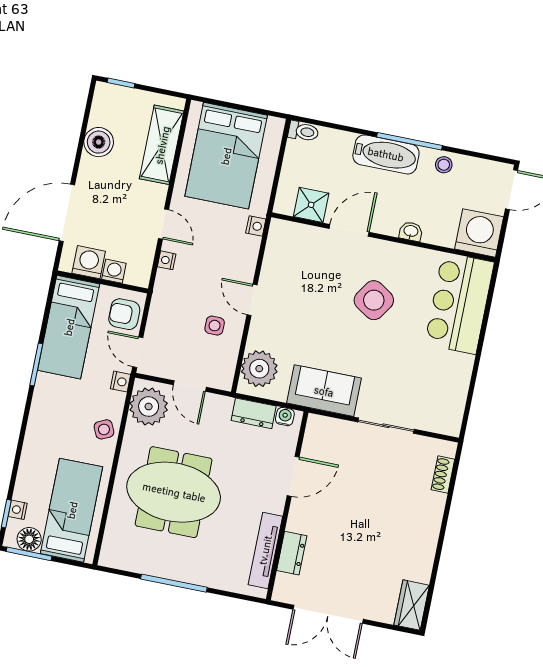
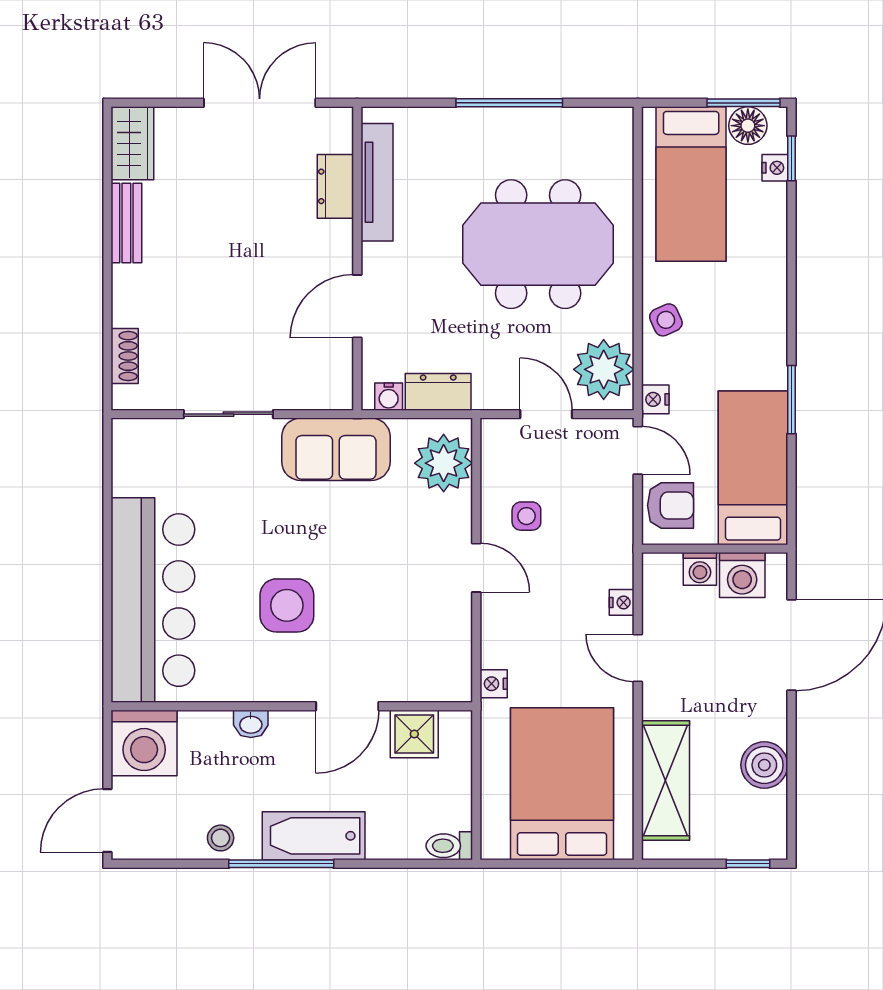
side table: (374, 300) -> (287, 605), turned -33
bar counter: (459, 303) -> (153, 600), width x1.36
bench: (425, 557) -> (126, 223), added

